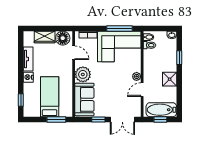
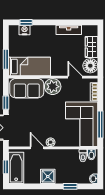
door: (74, 53) -> (75, 77), swing flipped
nightstand: (28, 77) -> (24, 30), moved
bed: (50, 97) -> (29, 66), moved

